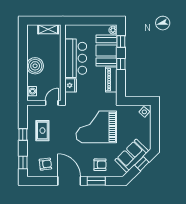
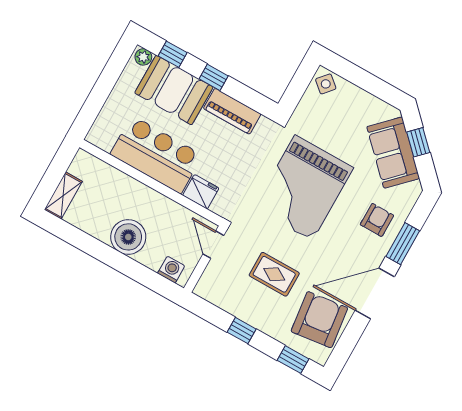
shelving: (48, 29) -> (63, 195), moved
rug: (42, 131) -> (274, 274), moved
armchair: (45, 164) -> (319, 320), width x1.88, depth x1.88

